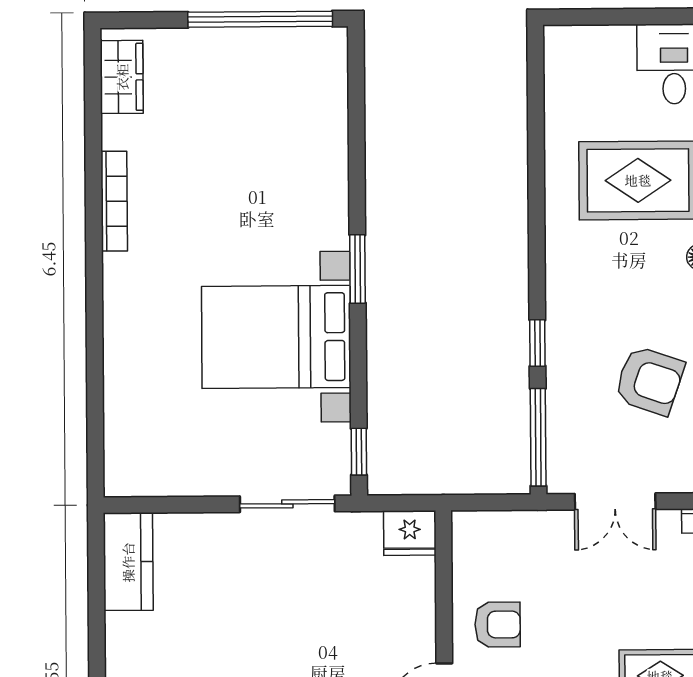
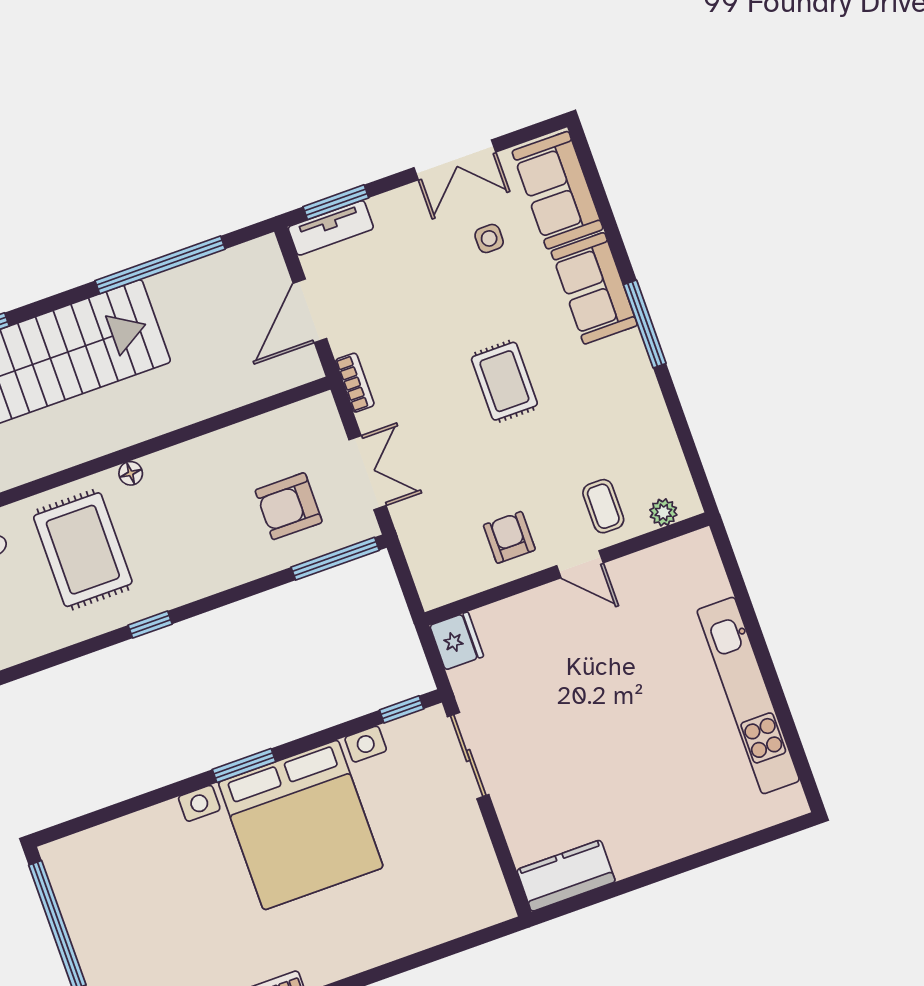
bed with nightstands: (276, 337) -> (301, 825), width x1.36
window: (537, 343) -> (150, 625), moved
armchair: (649, 381) -> (289, 506), moved, turned -109

